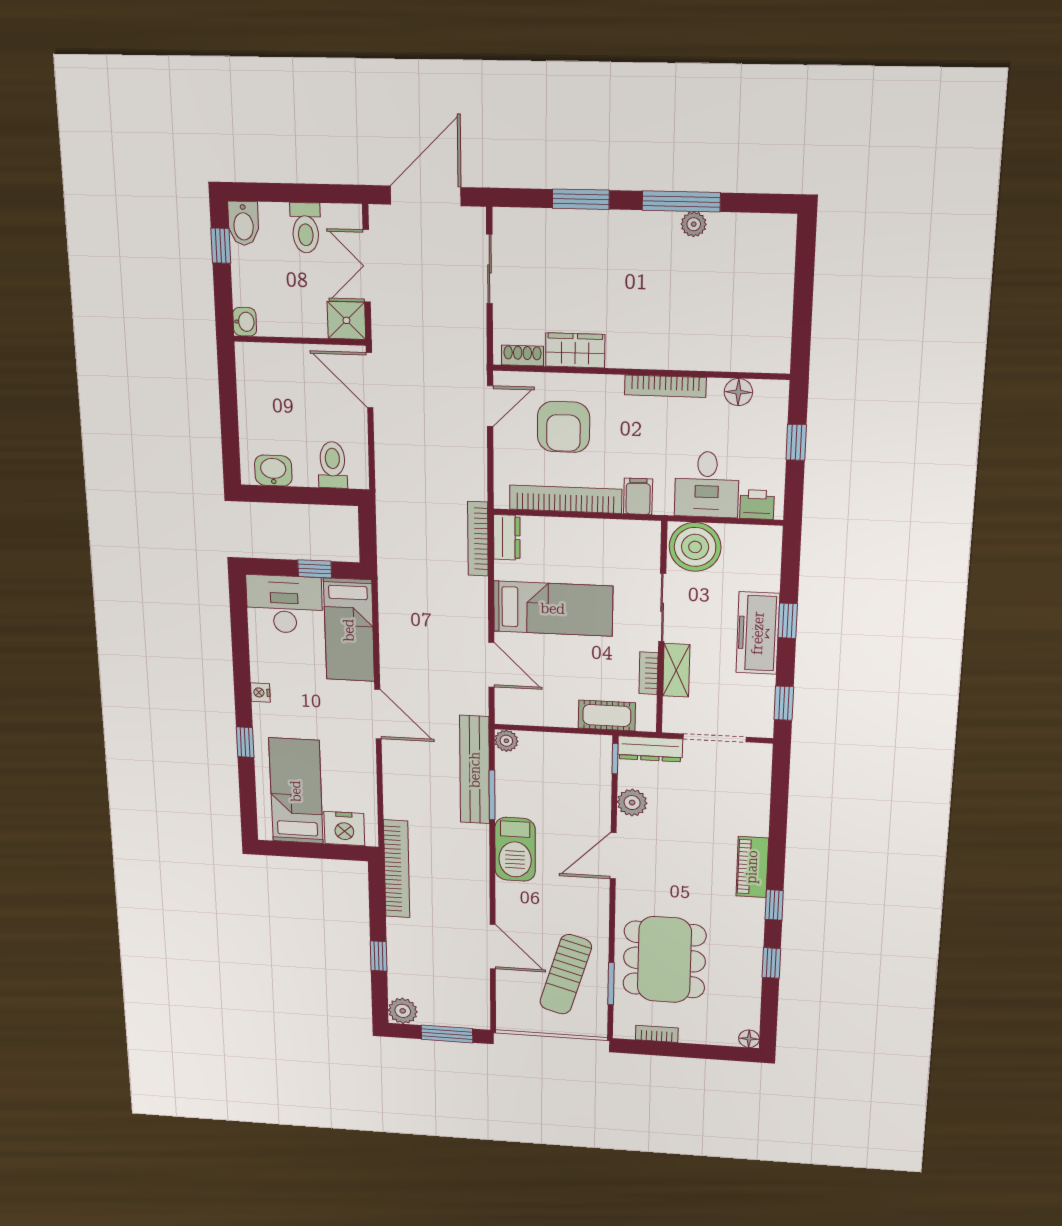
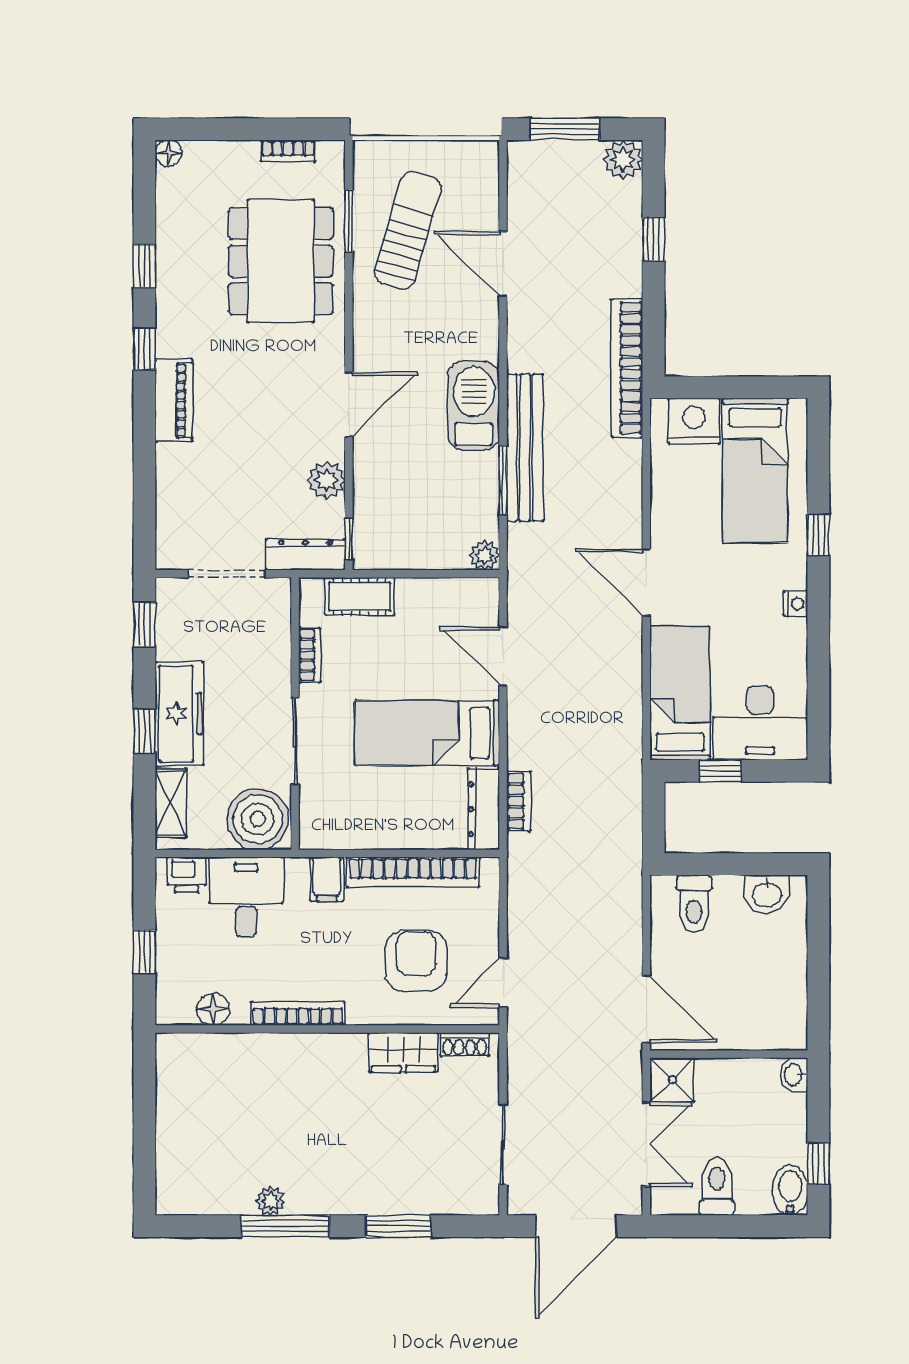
dresser: (507, 537) -> (483, 809), width x1.44
bookcase: (478, 539) -> (519, 801), width x0.64
shelving: (676, 670) -> (171, 803), moved
bench: (475, 770) -> (525, 448), moved

